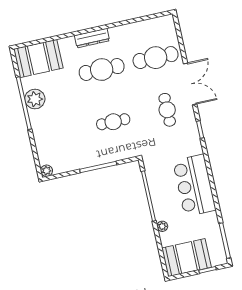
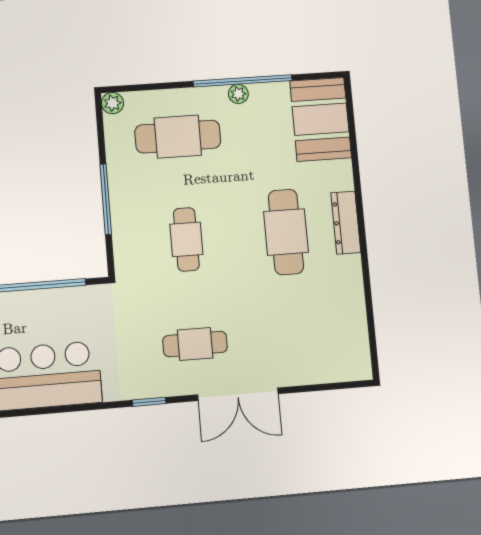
cafe table: (156, 58) -> (178, 137), moved, turned 90
plant: (35, 99) -> (238, 94), width x0.53, depth x0.53

